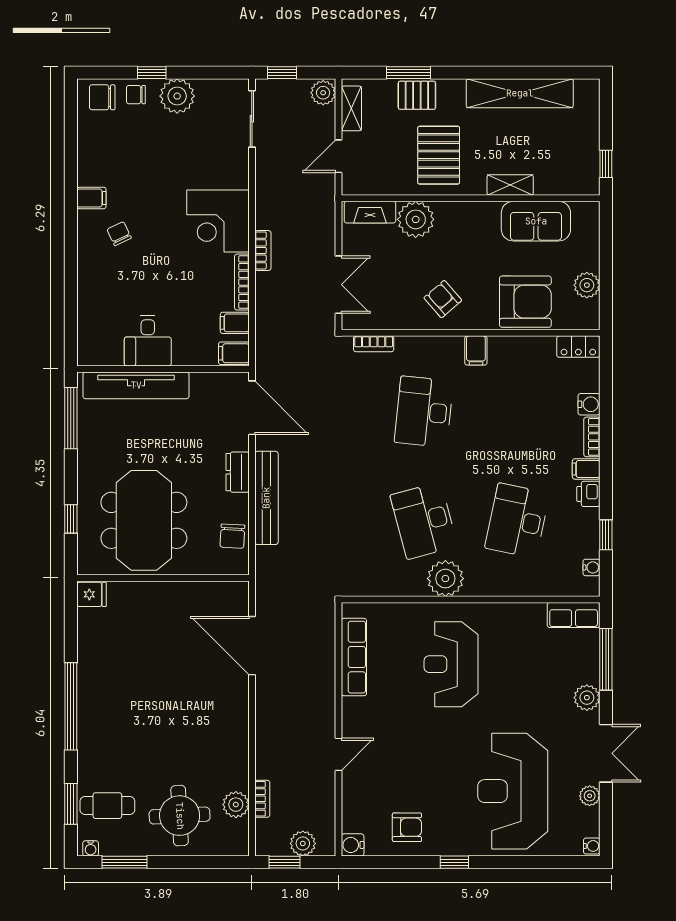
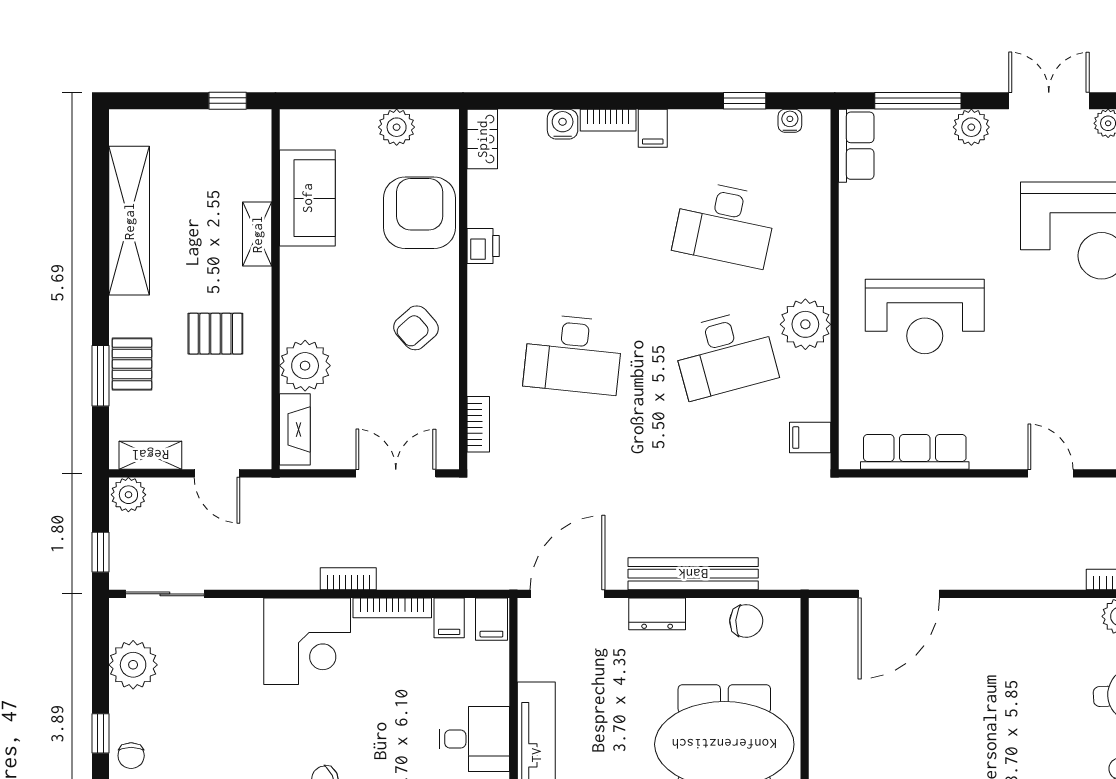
plant: (177, 96) -> (133, 665), moved
pallet: (439, 155) -> (215, 334), width x0.67, depth x0.71
filing cabinet: (476, 350) -> (810, 438), moved, turned 180
printer: (588, 494) -> (483, 246), moved, turned -90

